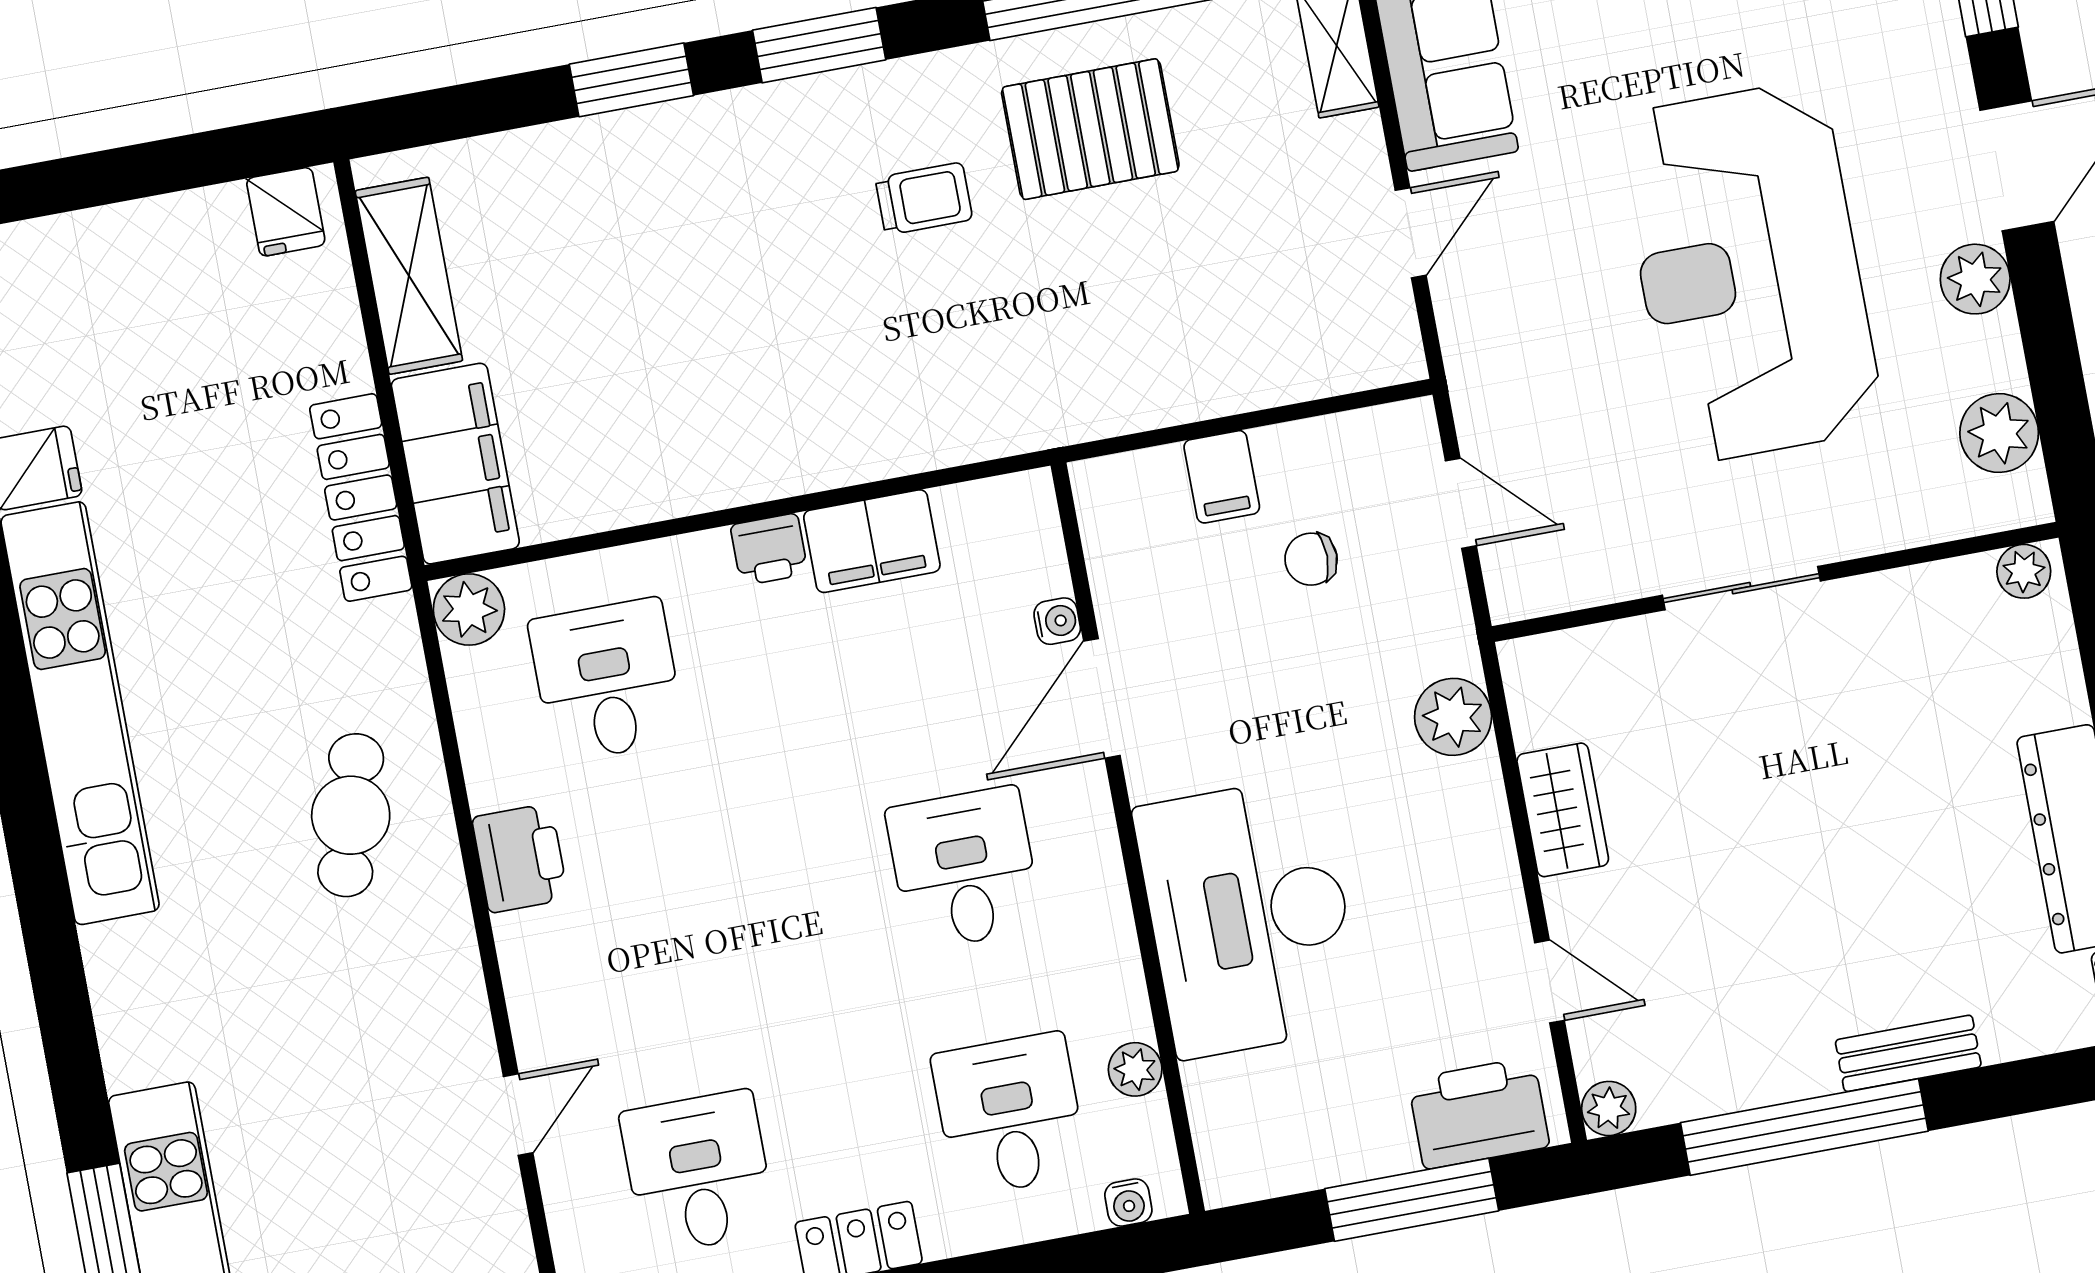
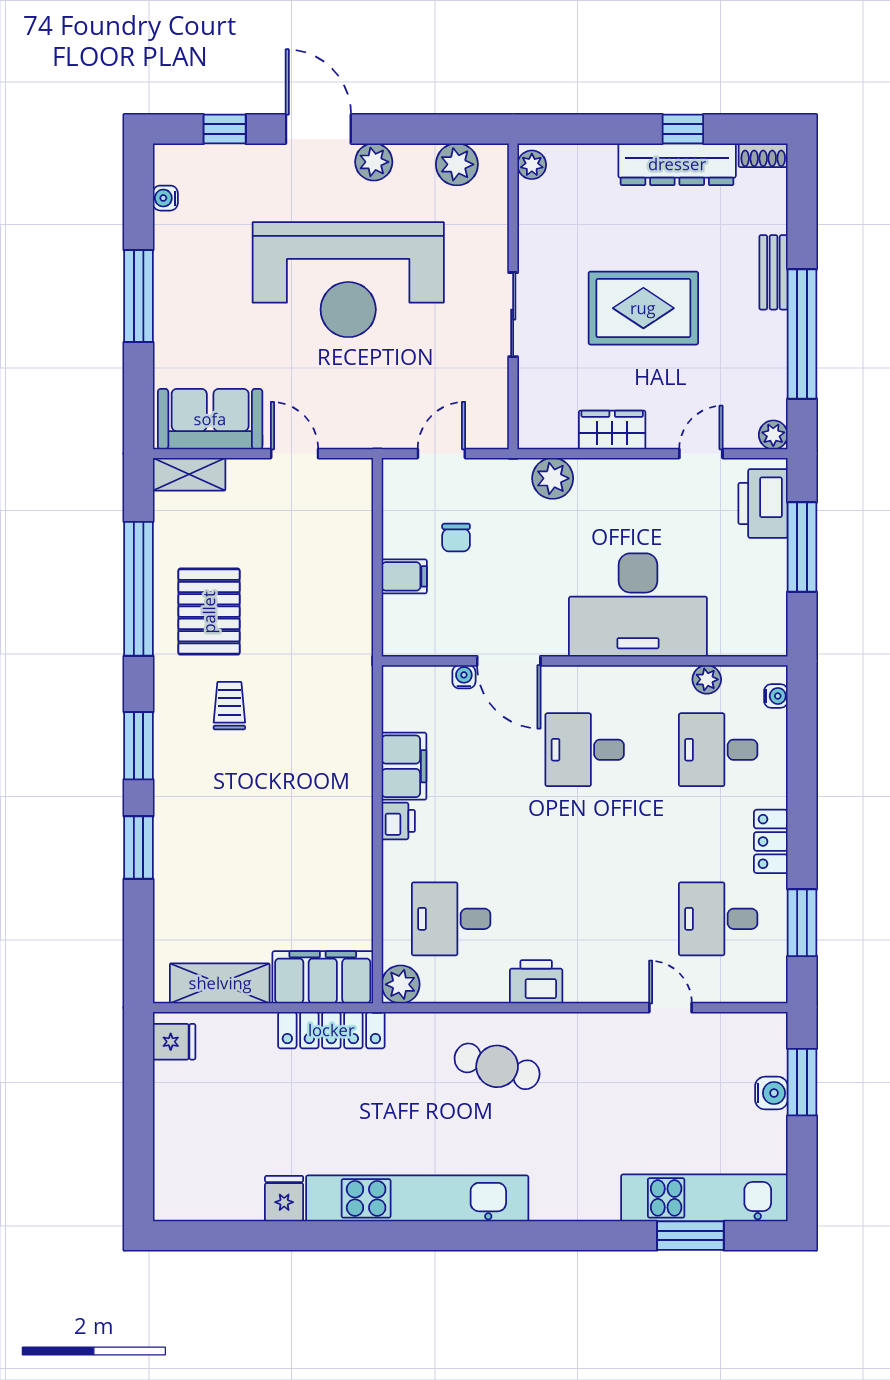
rug: (1798, 826) -> (643, 308), added

